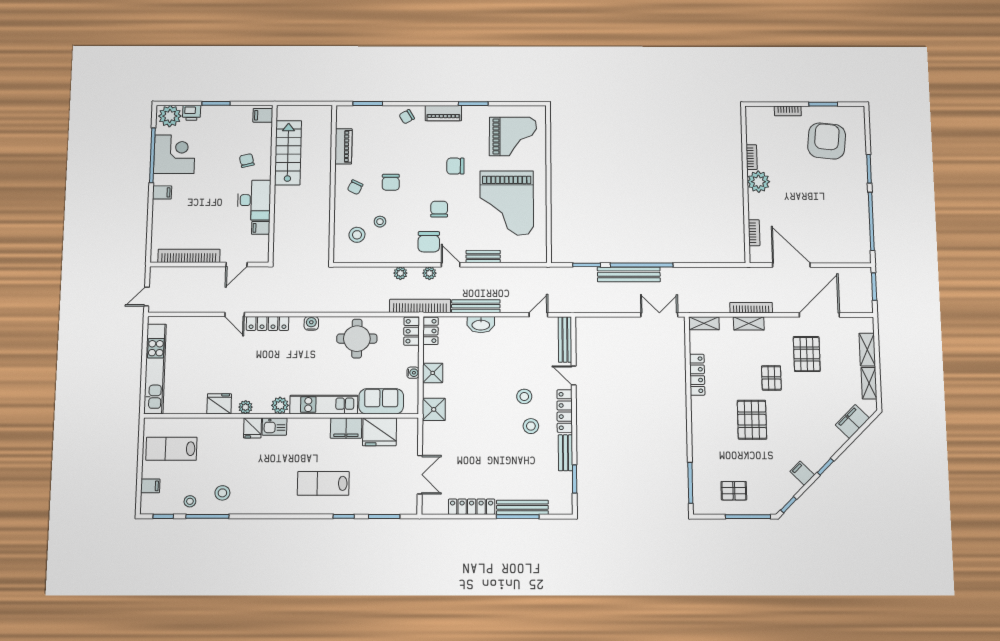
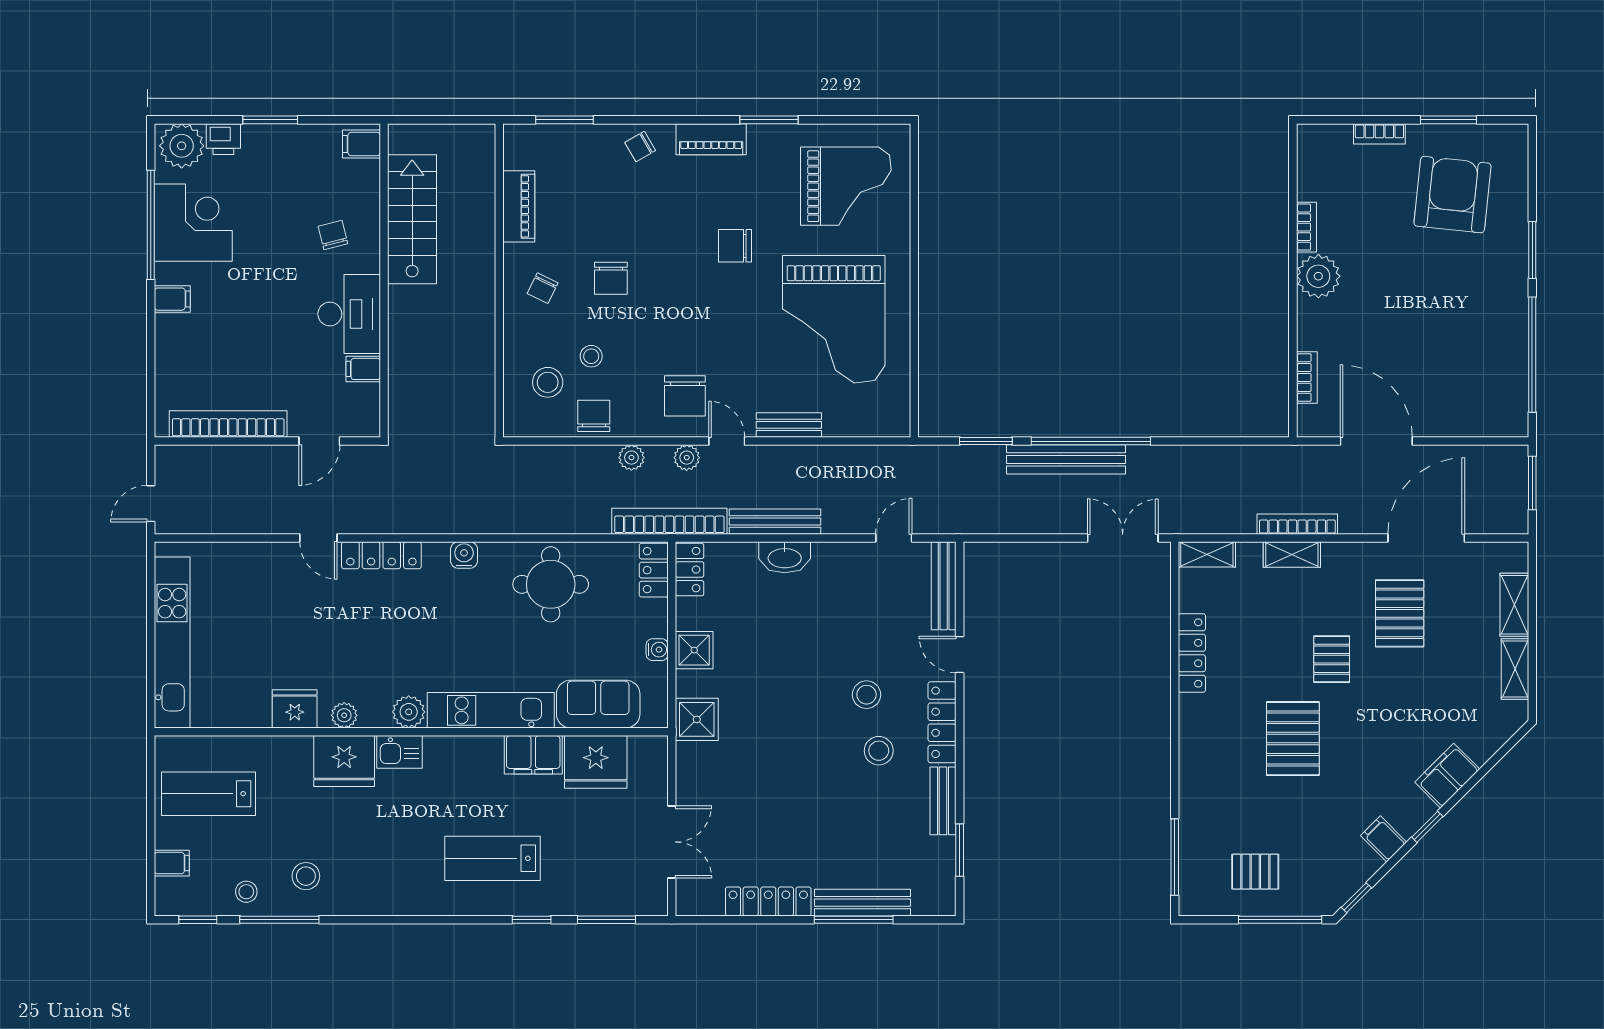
chair: (439, 209) -> (594, 416), moved
filing cabinet: (852, 422) -> (1447, 776), moved
fridge: (252, 428) -> (344, 761), width x1.88, depth x1.34

